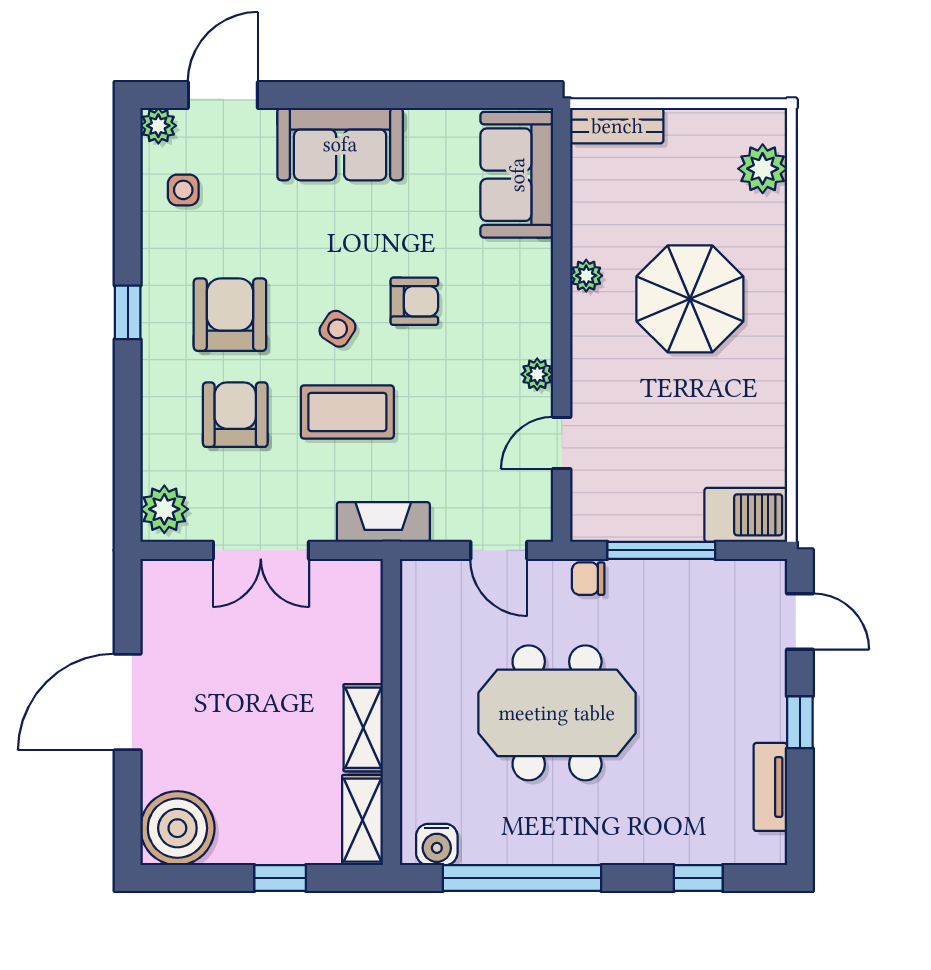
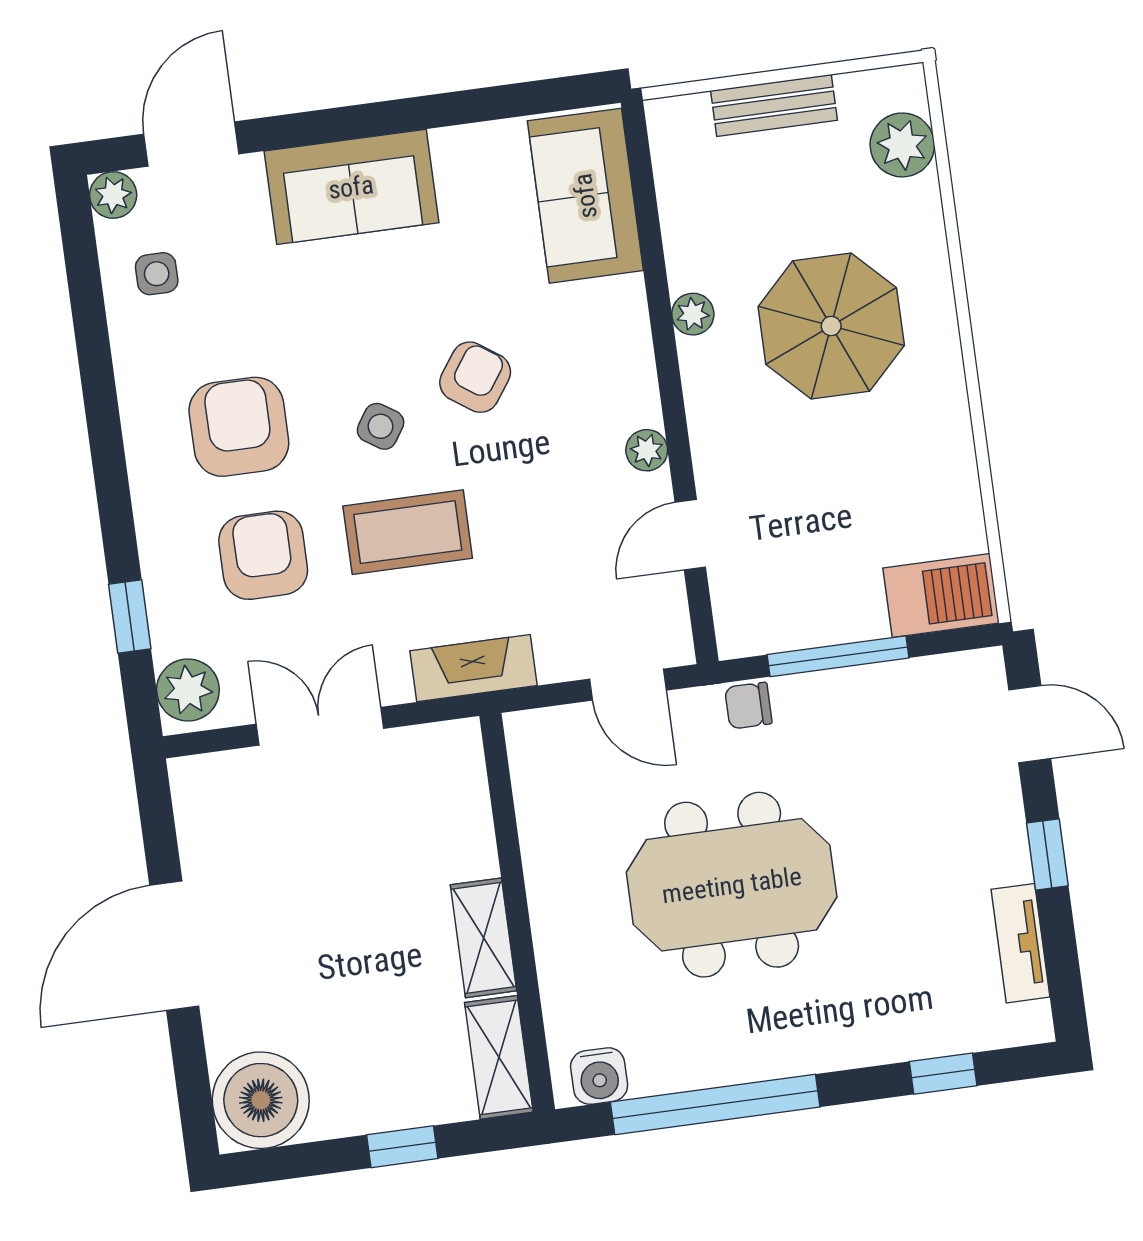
bench: (617, 126) -> (774, 105), moved
armchair: (414, 301) -> (475, 377), turned -55
window: (128, 312) -> (130, 617), moved
double door: (261, 550) -> (320, 726), swing flipped

